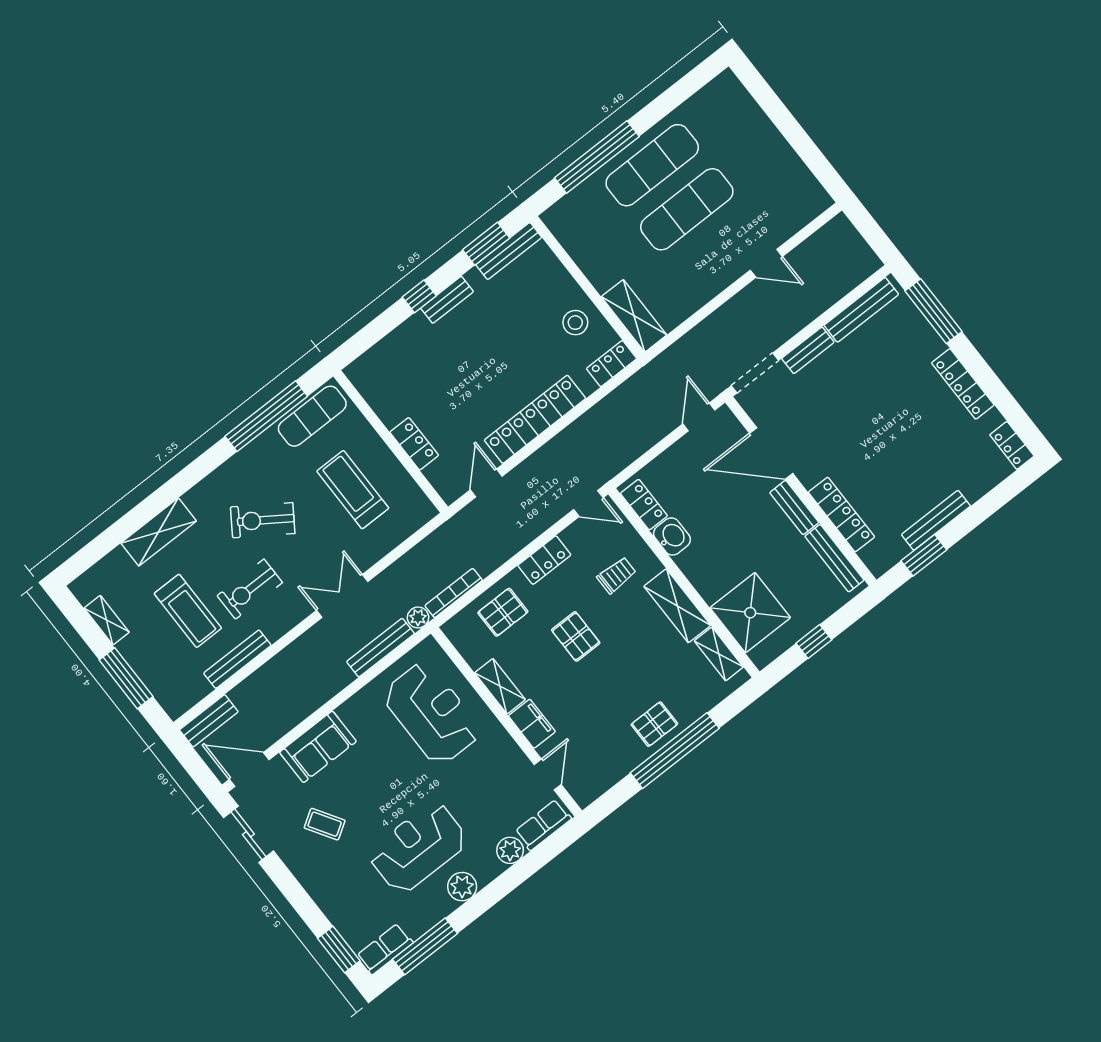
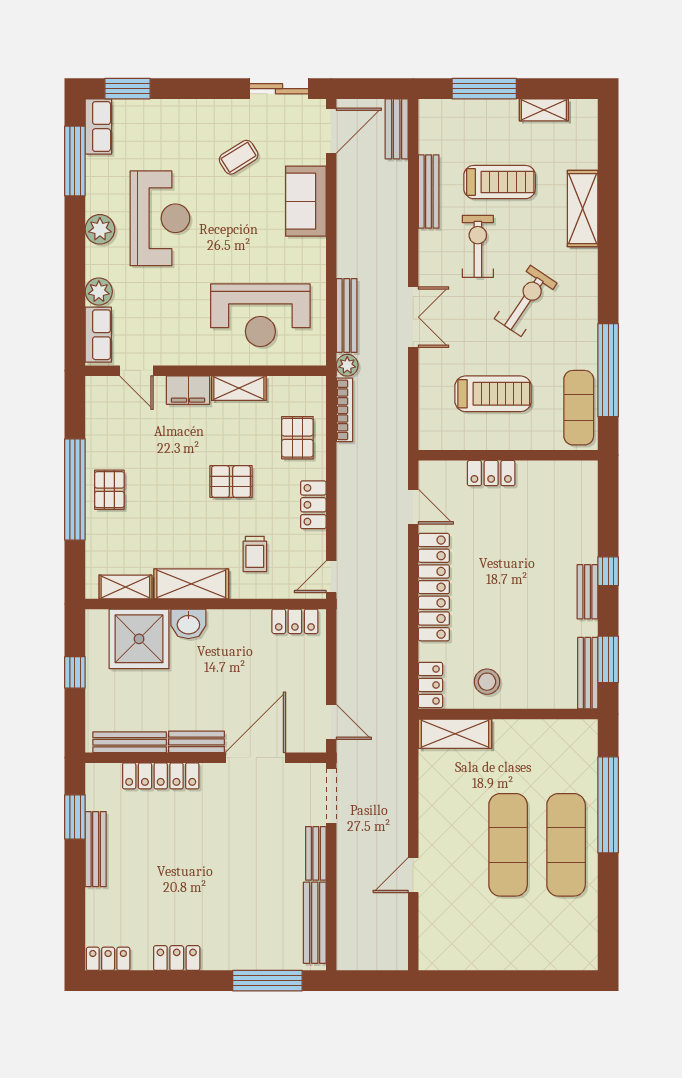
locker: (963, 384) -> (177, 958), width x0.66
washbasin: (672, 536) -> (188, 624), moved
treadmill: (188, 611) -> (500, 182), turned 180

